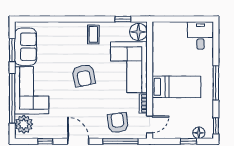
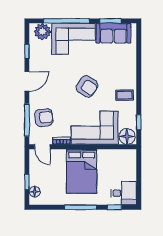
armchair: (84, 75) -> (87, 86), turned -136
bed: (176, 87) -> (82, 171), width x1.50
window: (216, 126) -> (114, 207), moved

